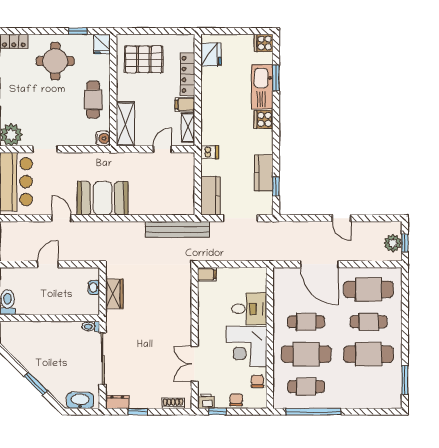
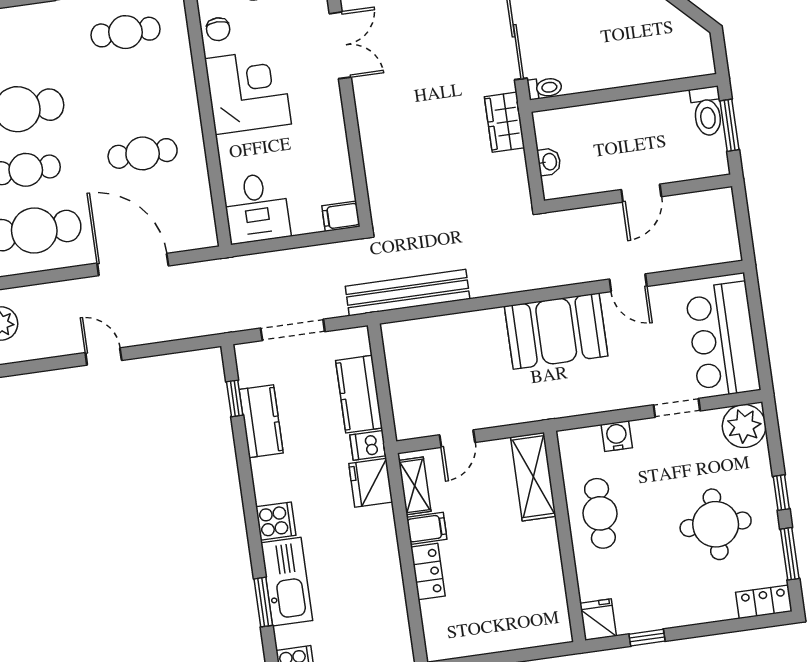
fridge: (211, 55) -> (371, 483), moved
pallet: (144, 59) -> (516, 602), removed
round table: (55, 61) -> (716, 524), moved
locker: (187, 74) -> (428, 572), width x0.66
water cooler: (103, 138) -> (617, 436), moved, turned 90
kitchen counter: (210, 196) -> (359, 394), moved
wardrobe: (114, 294) -> (505, 122), moved
desk: (249, 309) -> (256, 208), moved, turned -90
cafe table: (306, 354) -> (134, 93), removed

